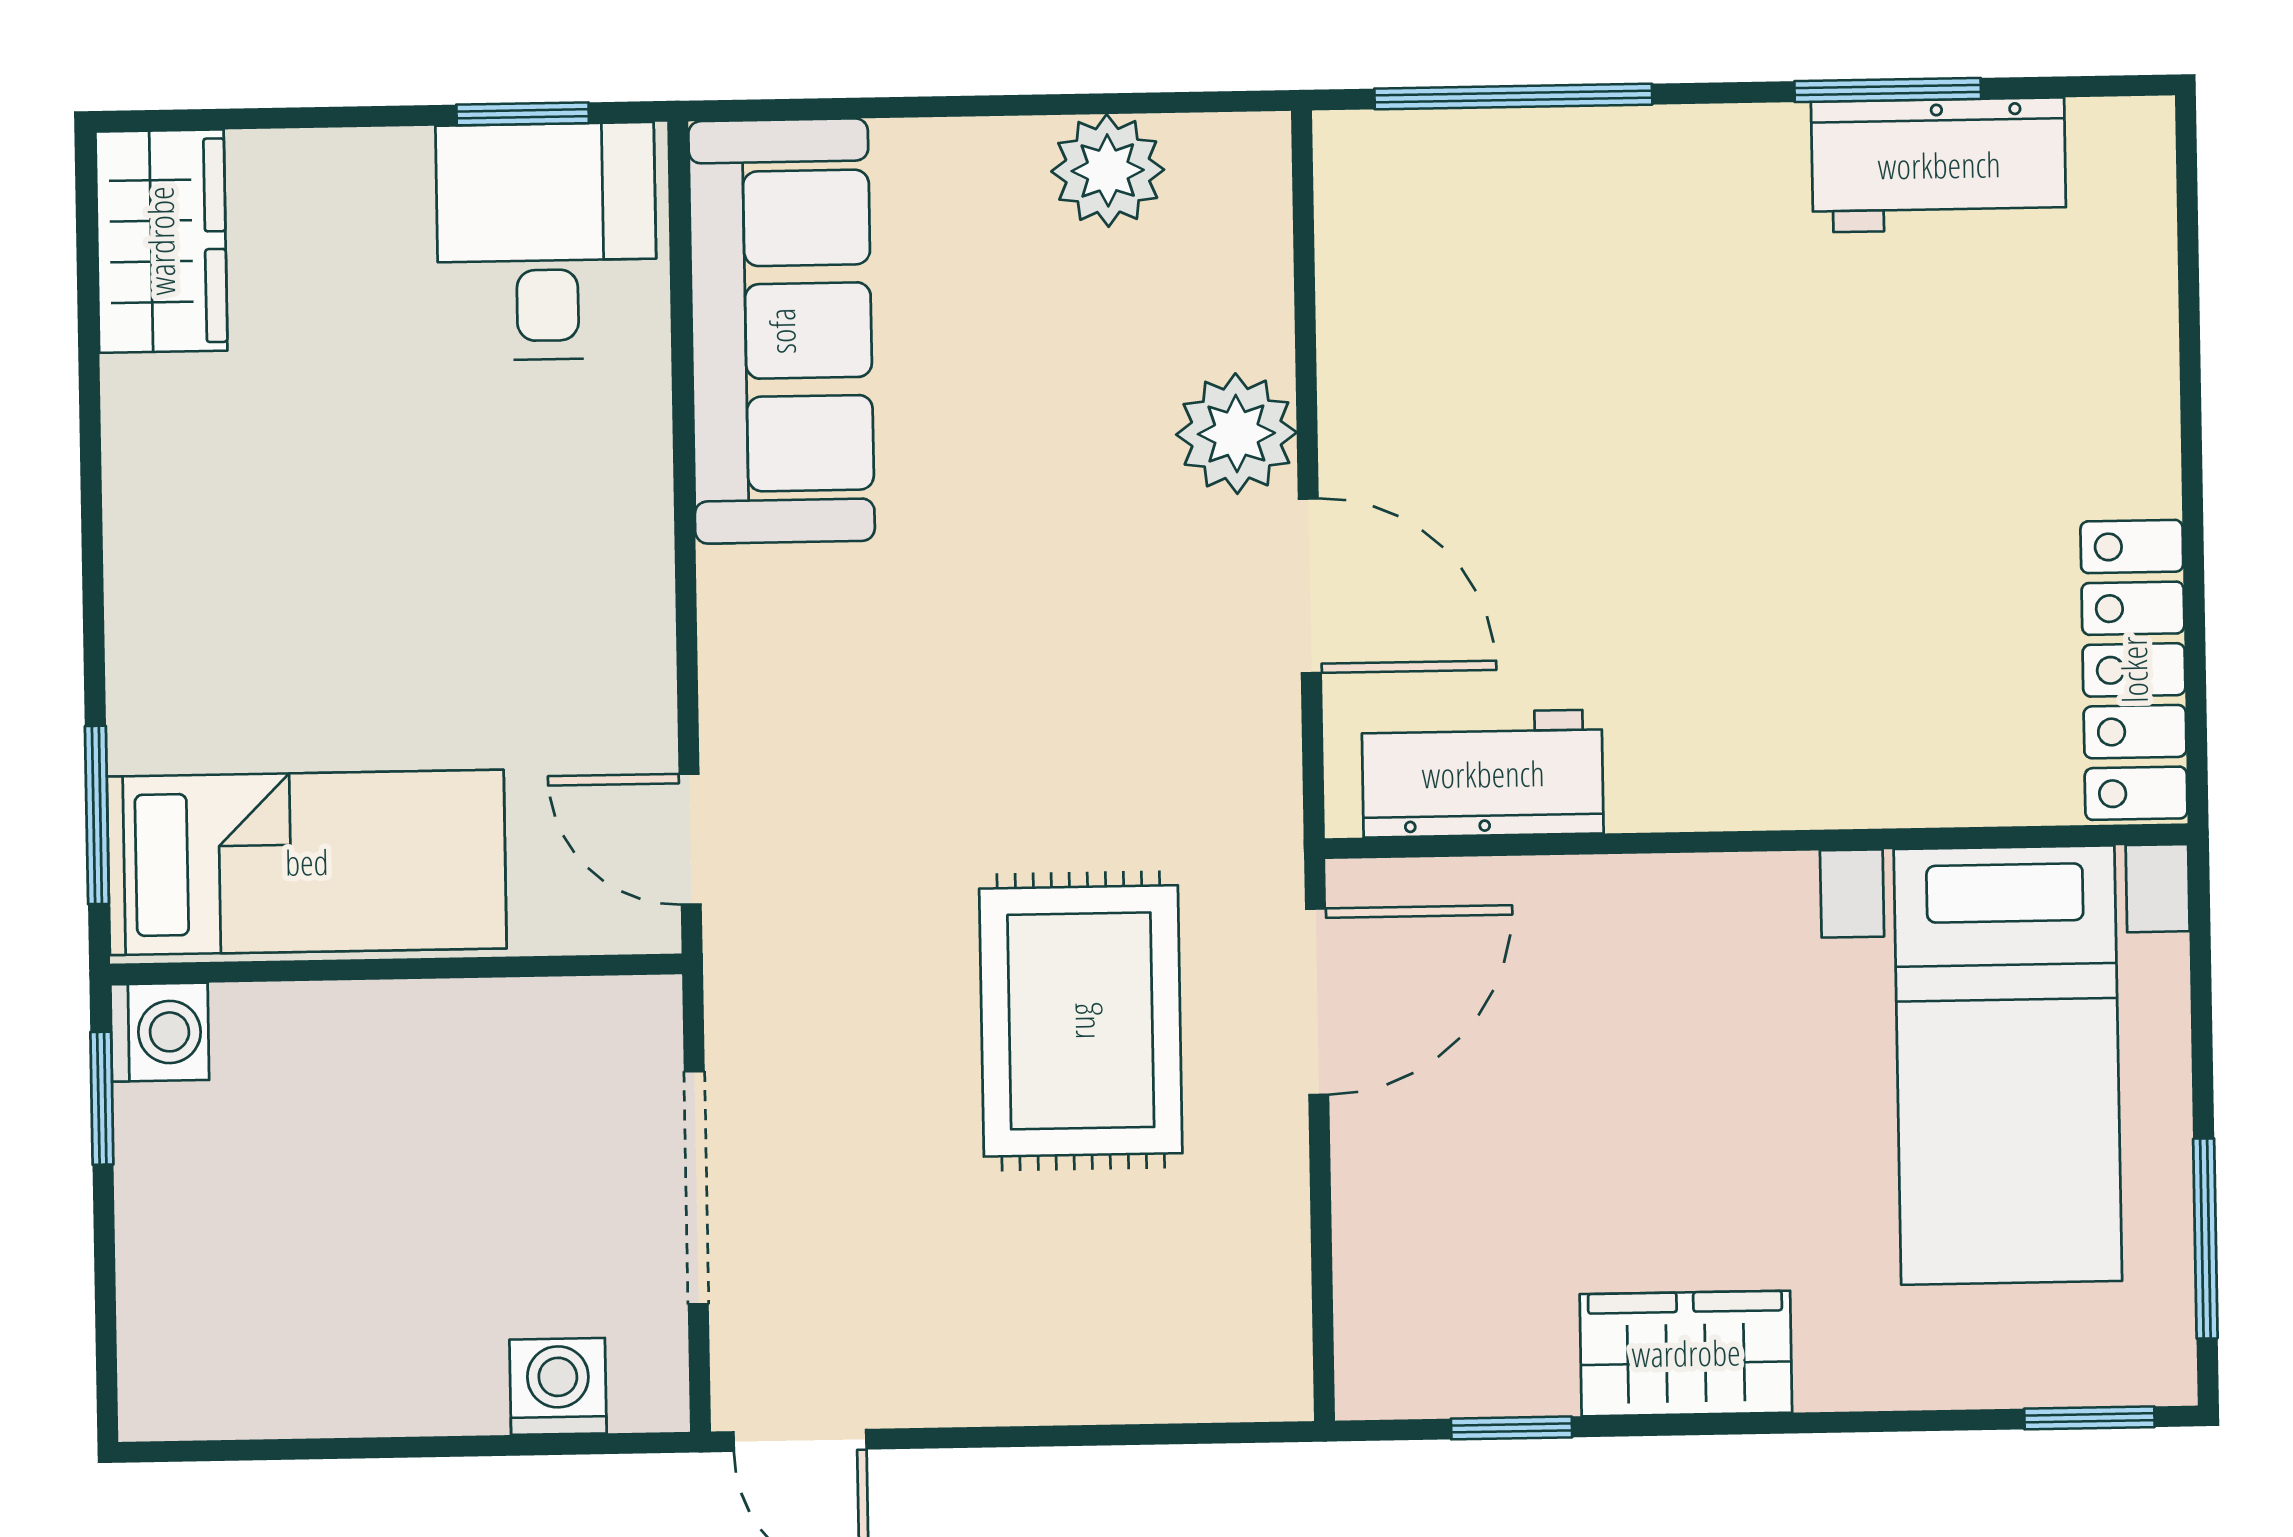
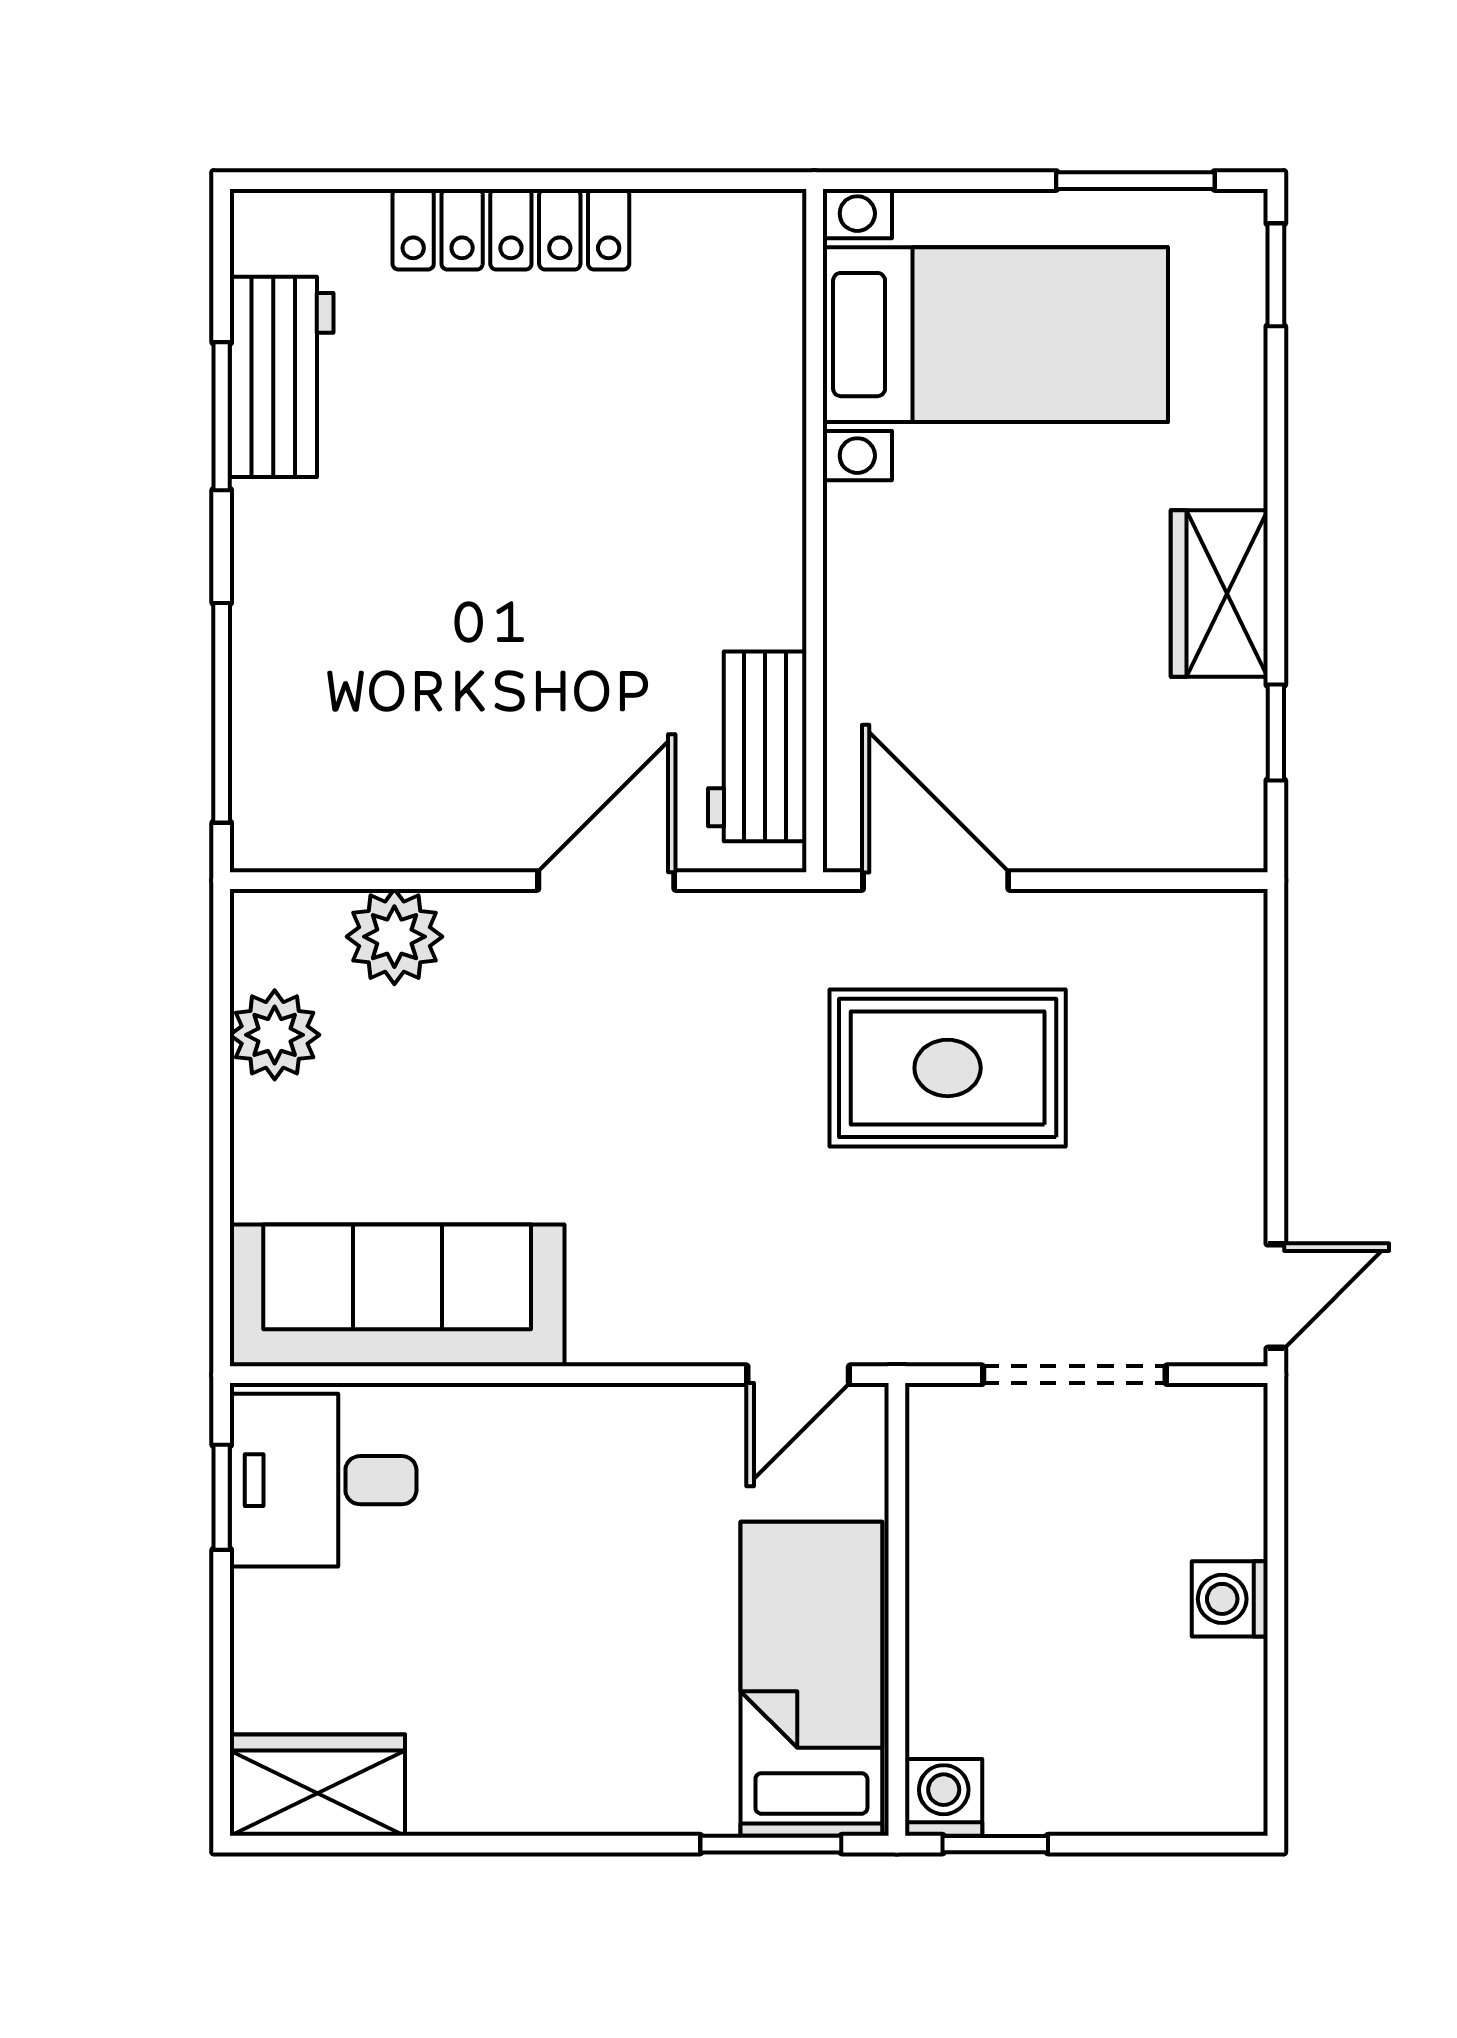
plant: (1236, 434) -> (394, 937), moved
locker: (2134, 670) -> (511, 229), moved
washing machine: (558, 1386) -> (1230, 1599), moved

